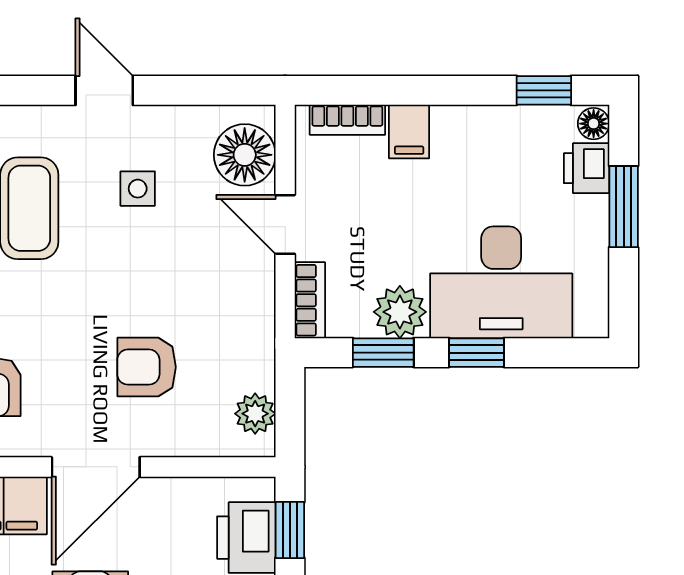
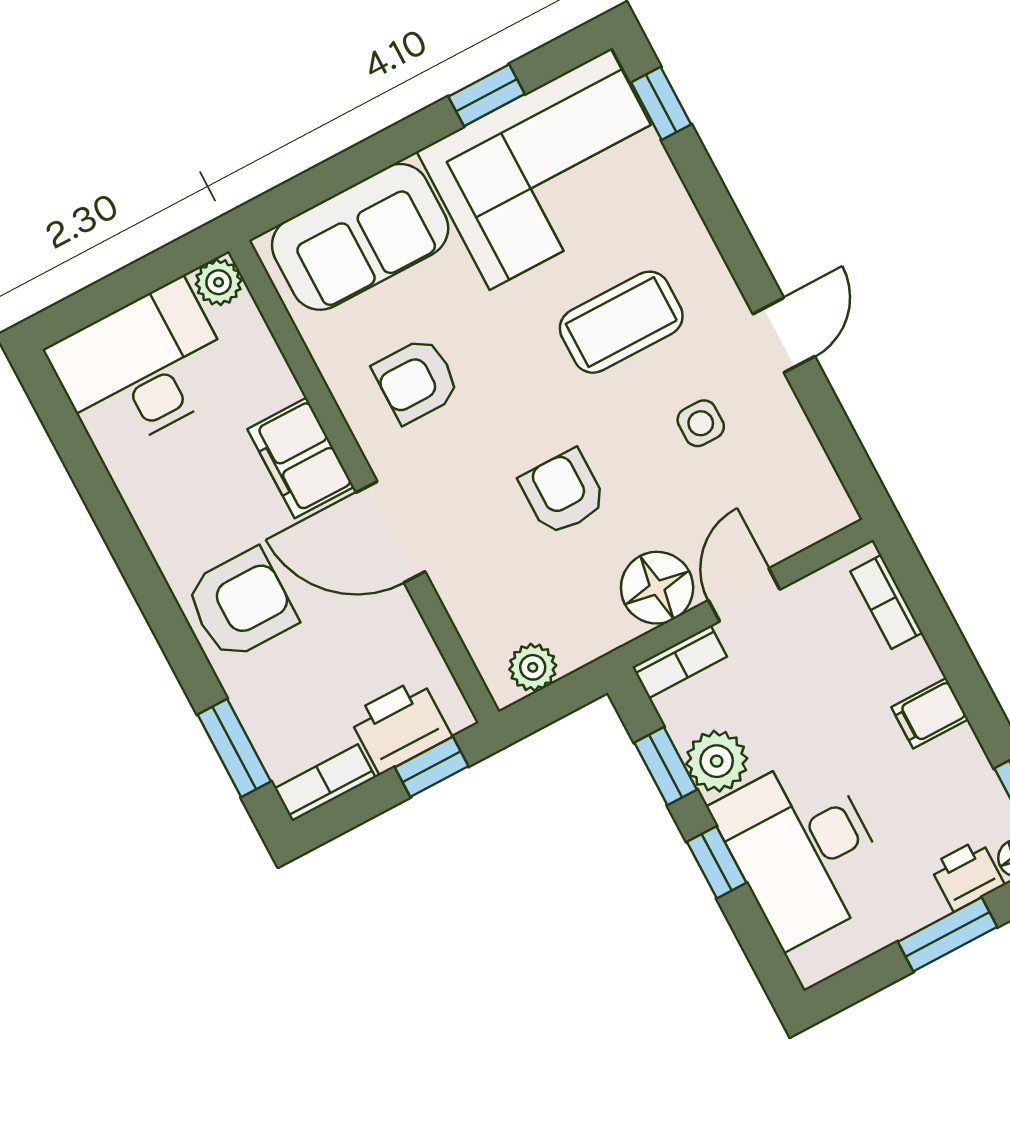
filing cabinet: (409, 131) -> (930, 713), moved
floor lamp: (245, 155) -> (657, 588), moved
armchair: (147, 367) -> (563, 492), moved

